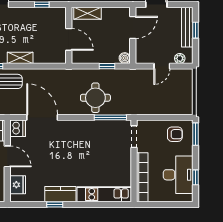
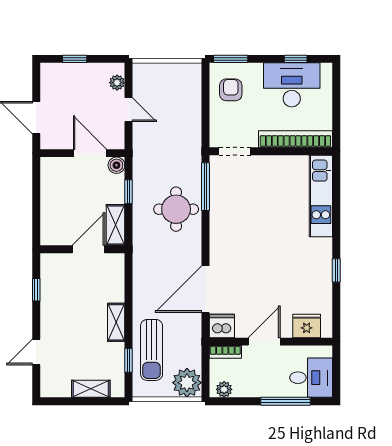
shelving: (88, 13) -> (115, 225), moved
door: (133, 27) -> (90, 153), moved
bench: (187, 27) -> (70, 71), removed
kitchen counter: (60, 194) -> (321, 262), removed

